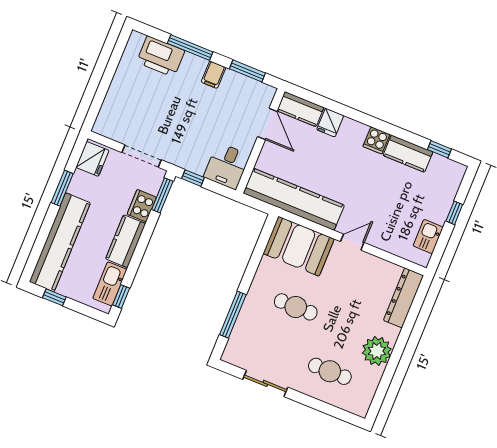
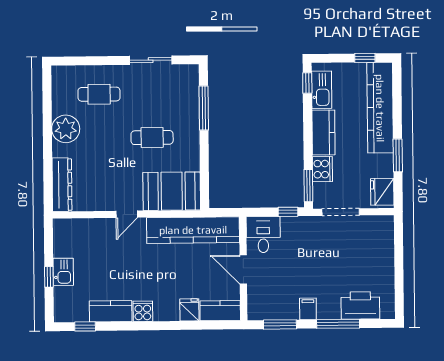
door: (267, 124) -> (243, 270), moved
kitchen sink: (428, 237) -> (63, 272), moved

